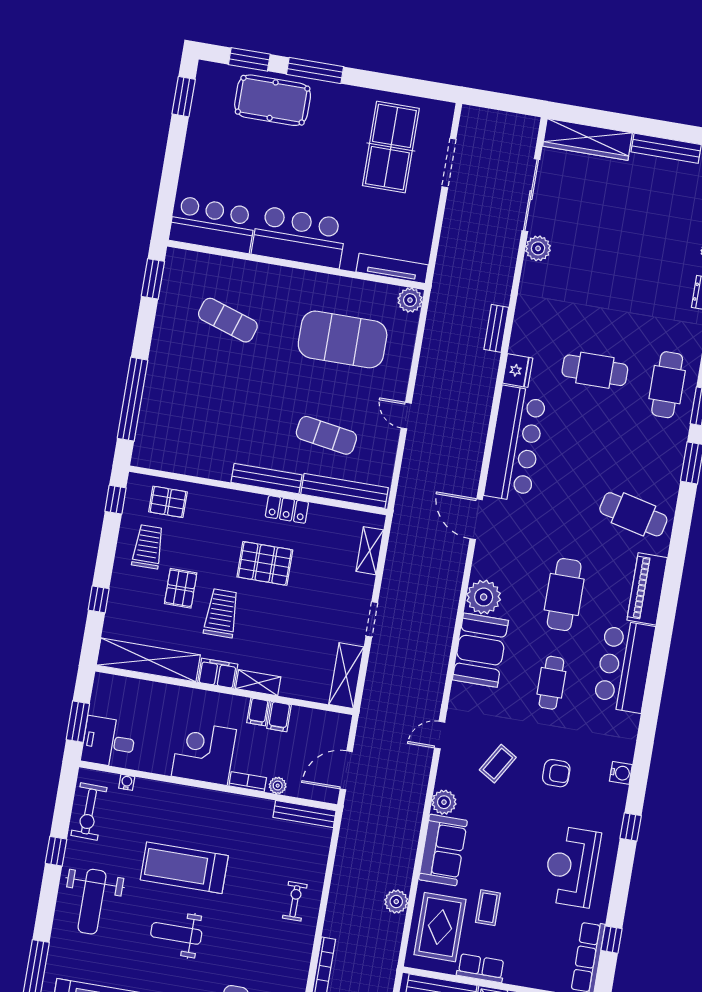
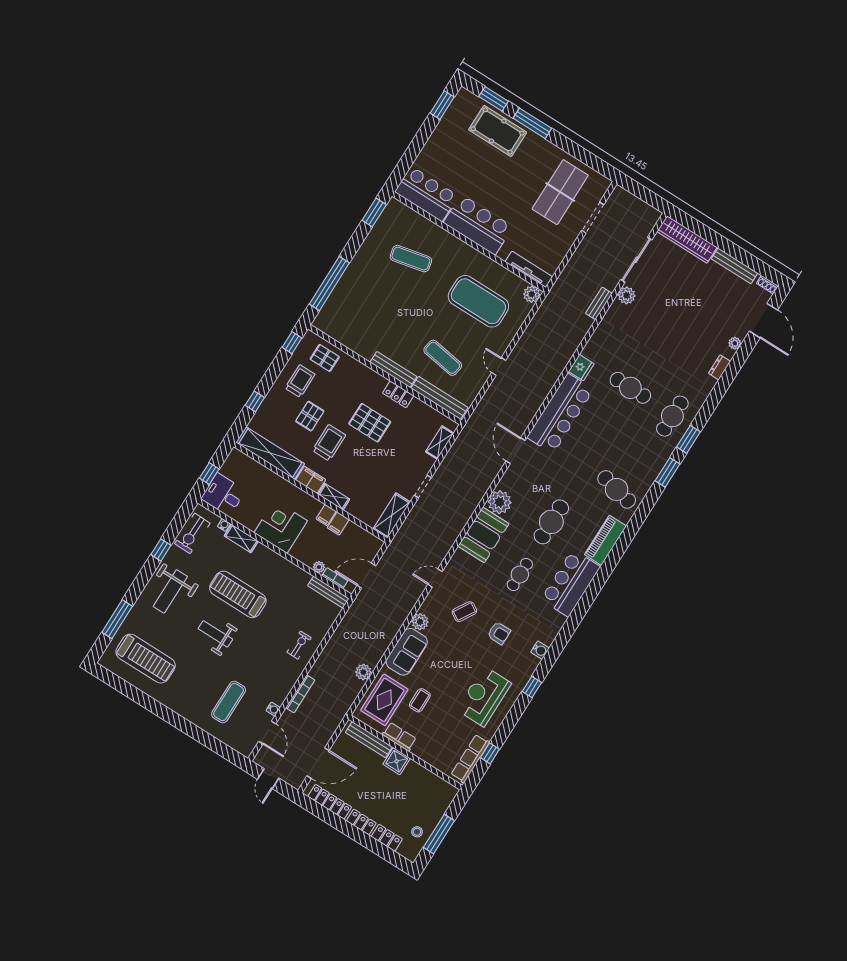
exercise mat: (228, 320) -> (411, 259), turned -30
bench: (496, 328) -> (599, 303), moved
window: (78, 722) -> (209, 474), width x0.67
bookcase: (248, 782) -> (335, 578), moved
shelving: (157, 791) -> (241, 539), added

